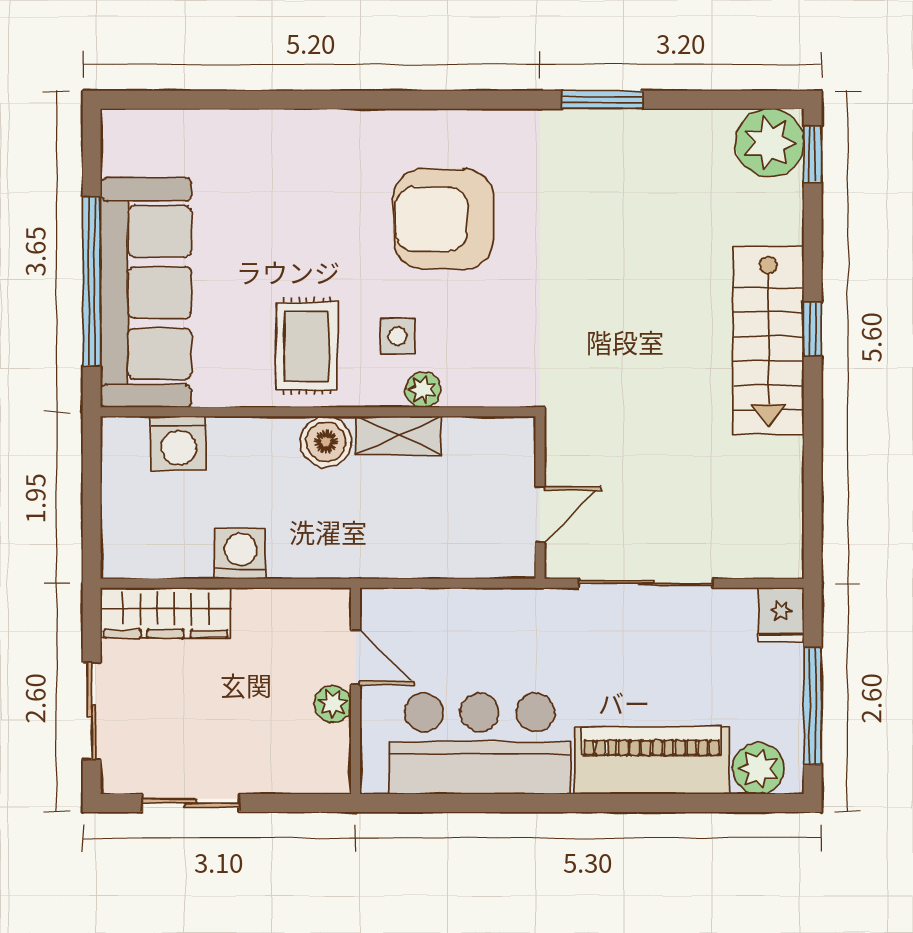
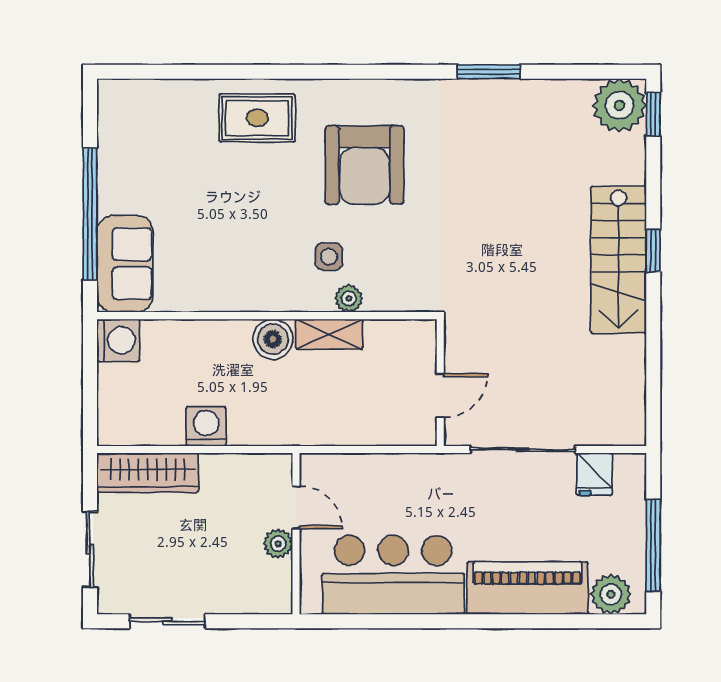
armchair: (443, 219) -> (365, 165), turned -90
sofa: (146, 293) -> (125, 264), width x0.54, depth x0.79
rug: (307, 346) -> (257, 118), moved, turned 90
washing machine: (179, 443) -> (118, 340), moved, turned -90
fridge: (781, 615) -> (594, 474), moved

